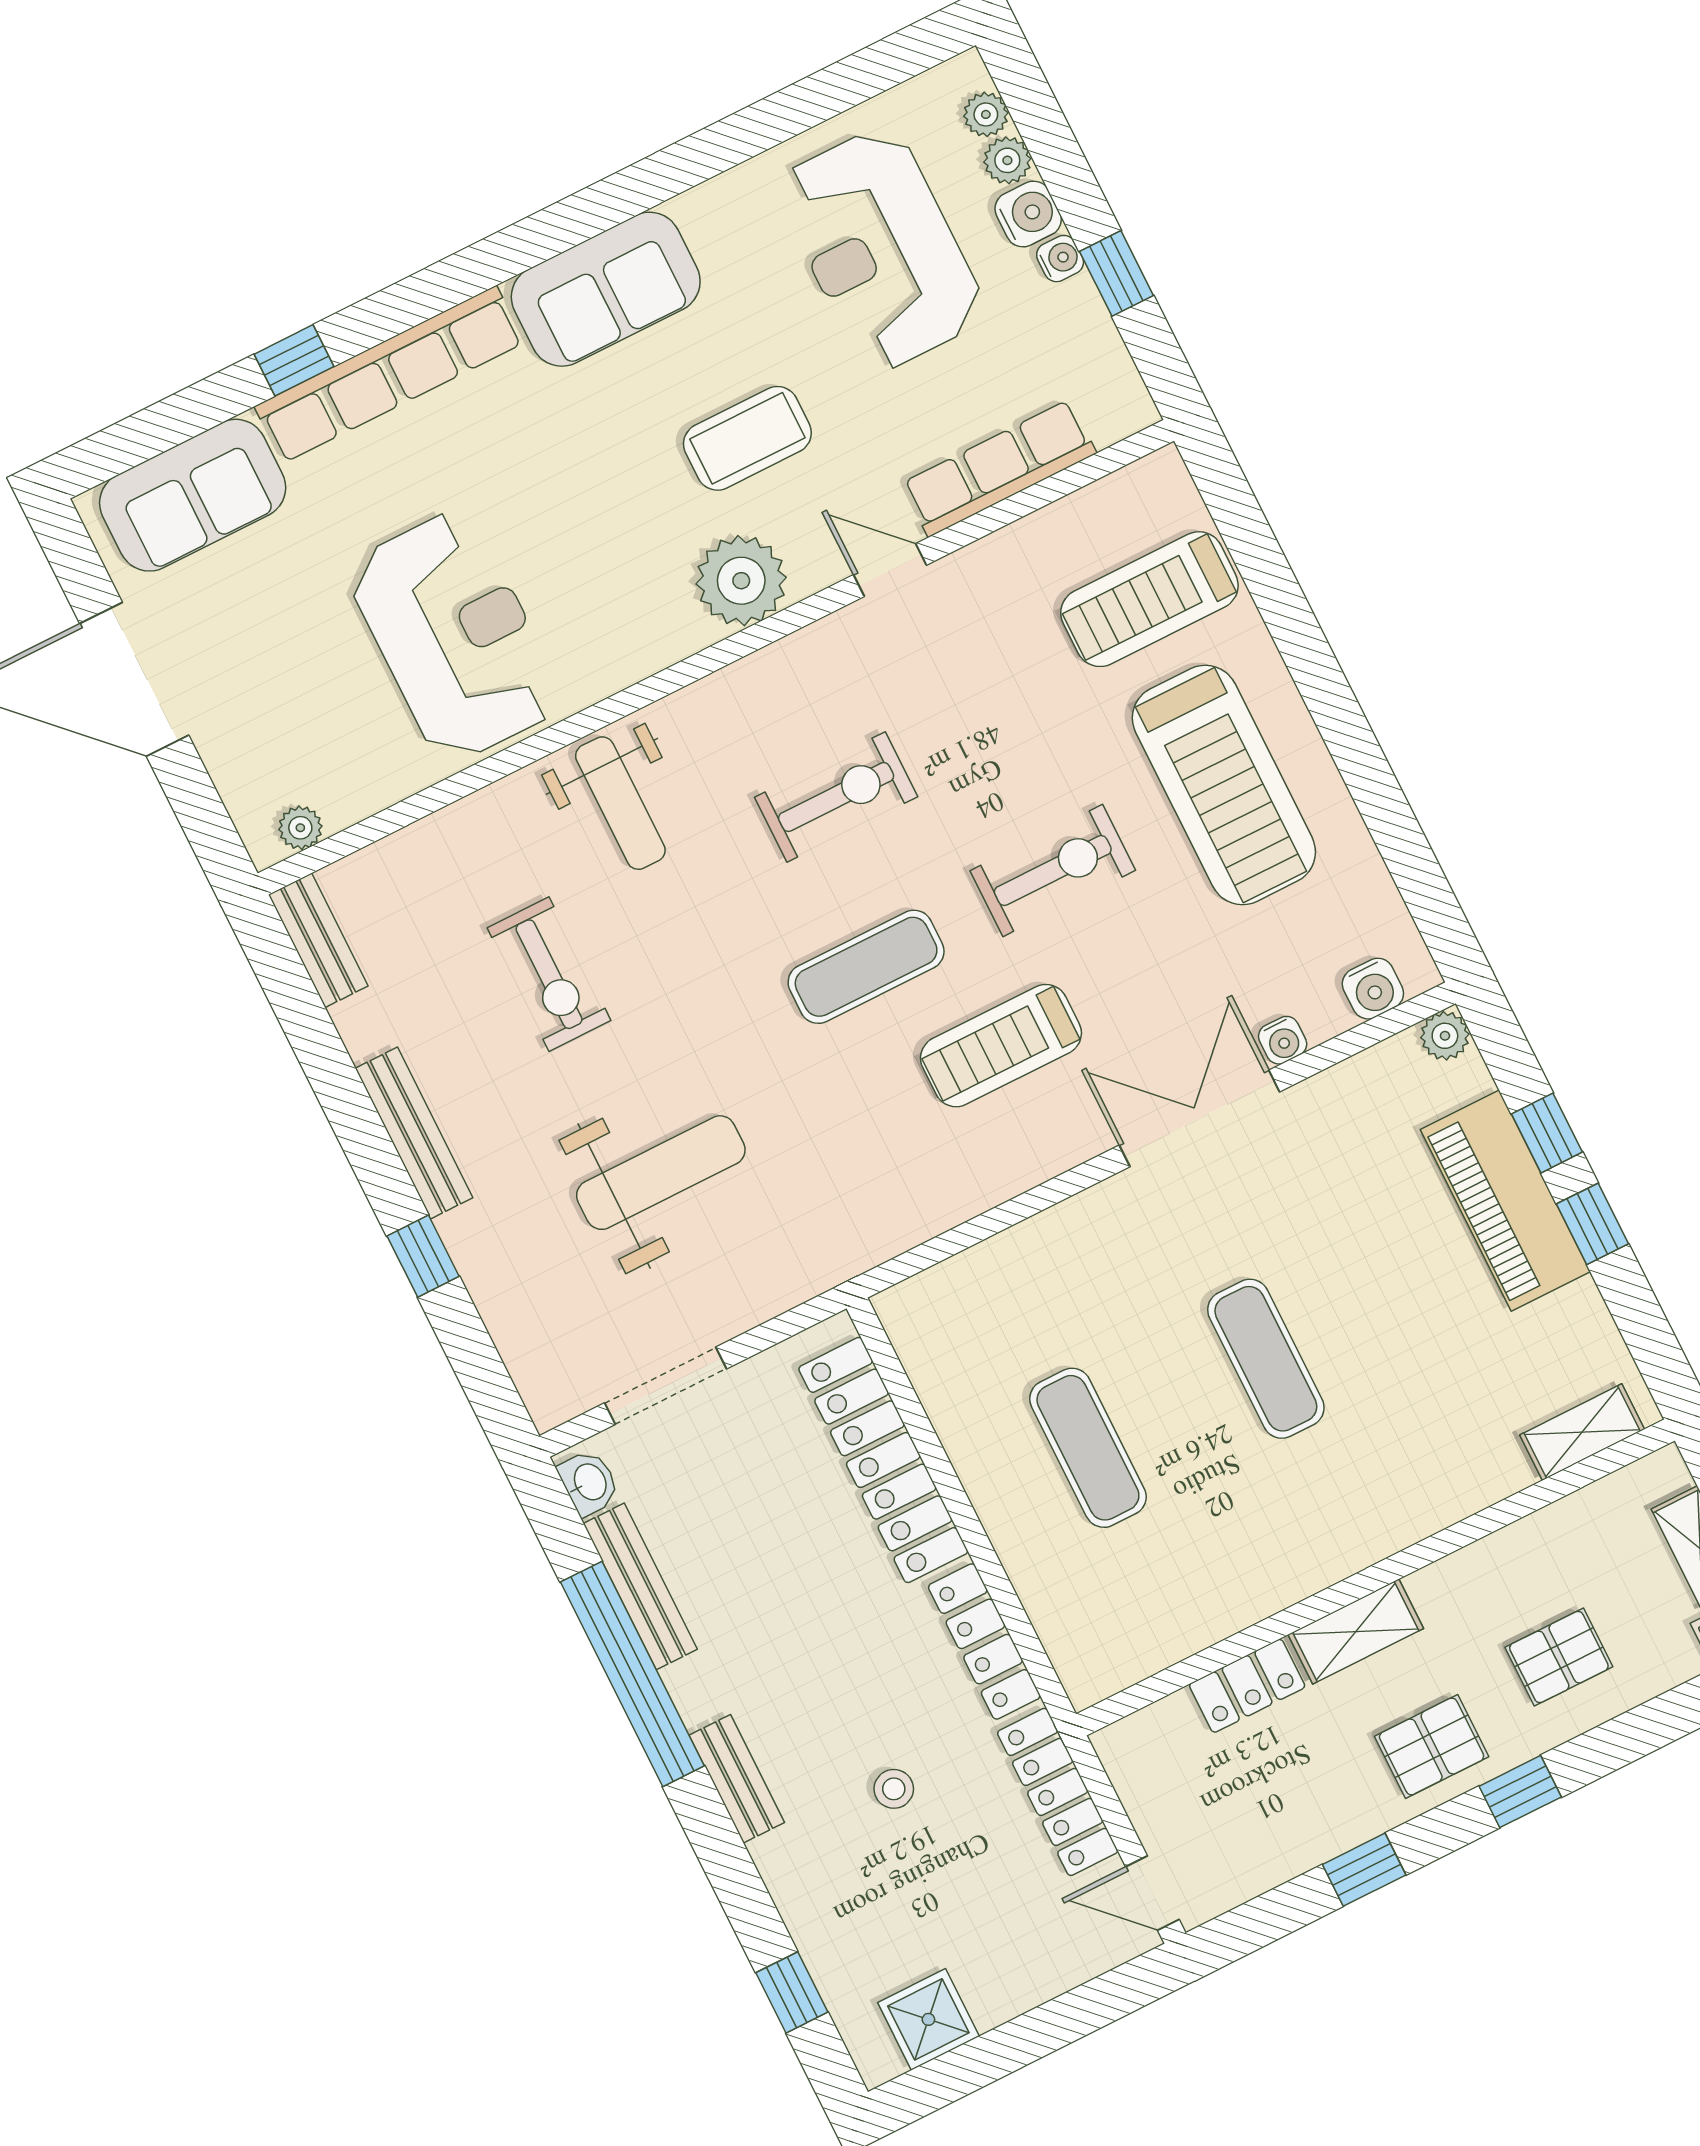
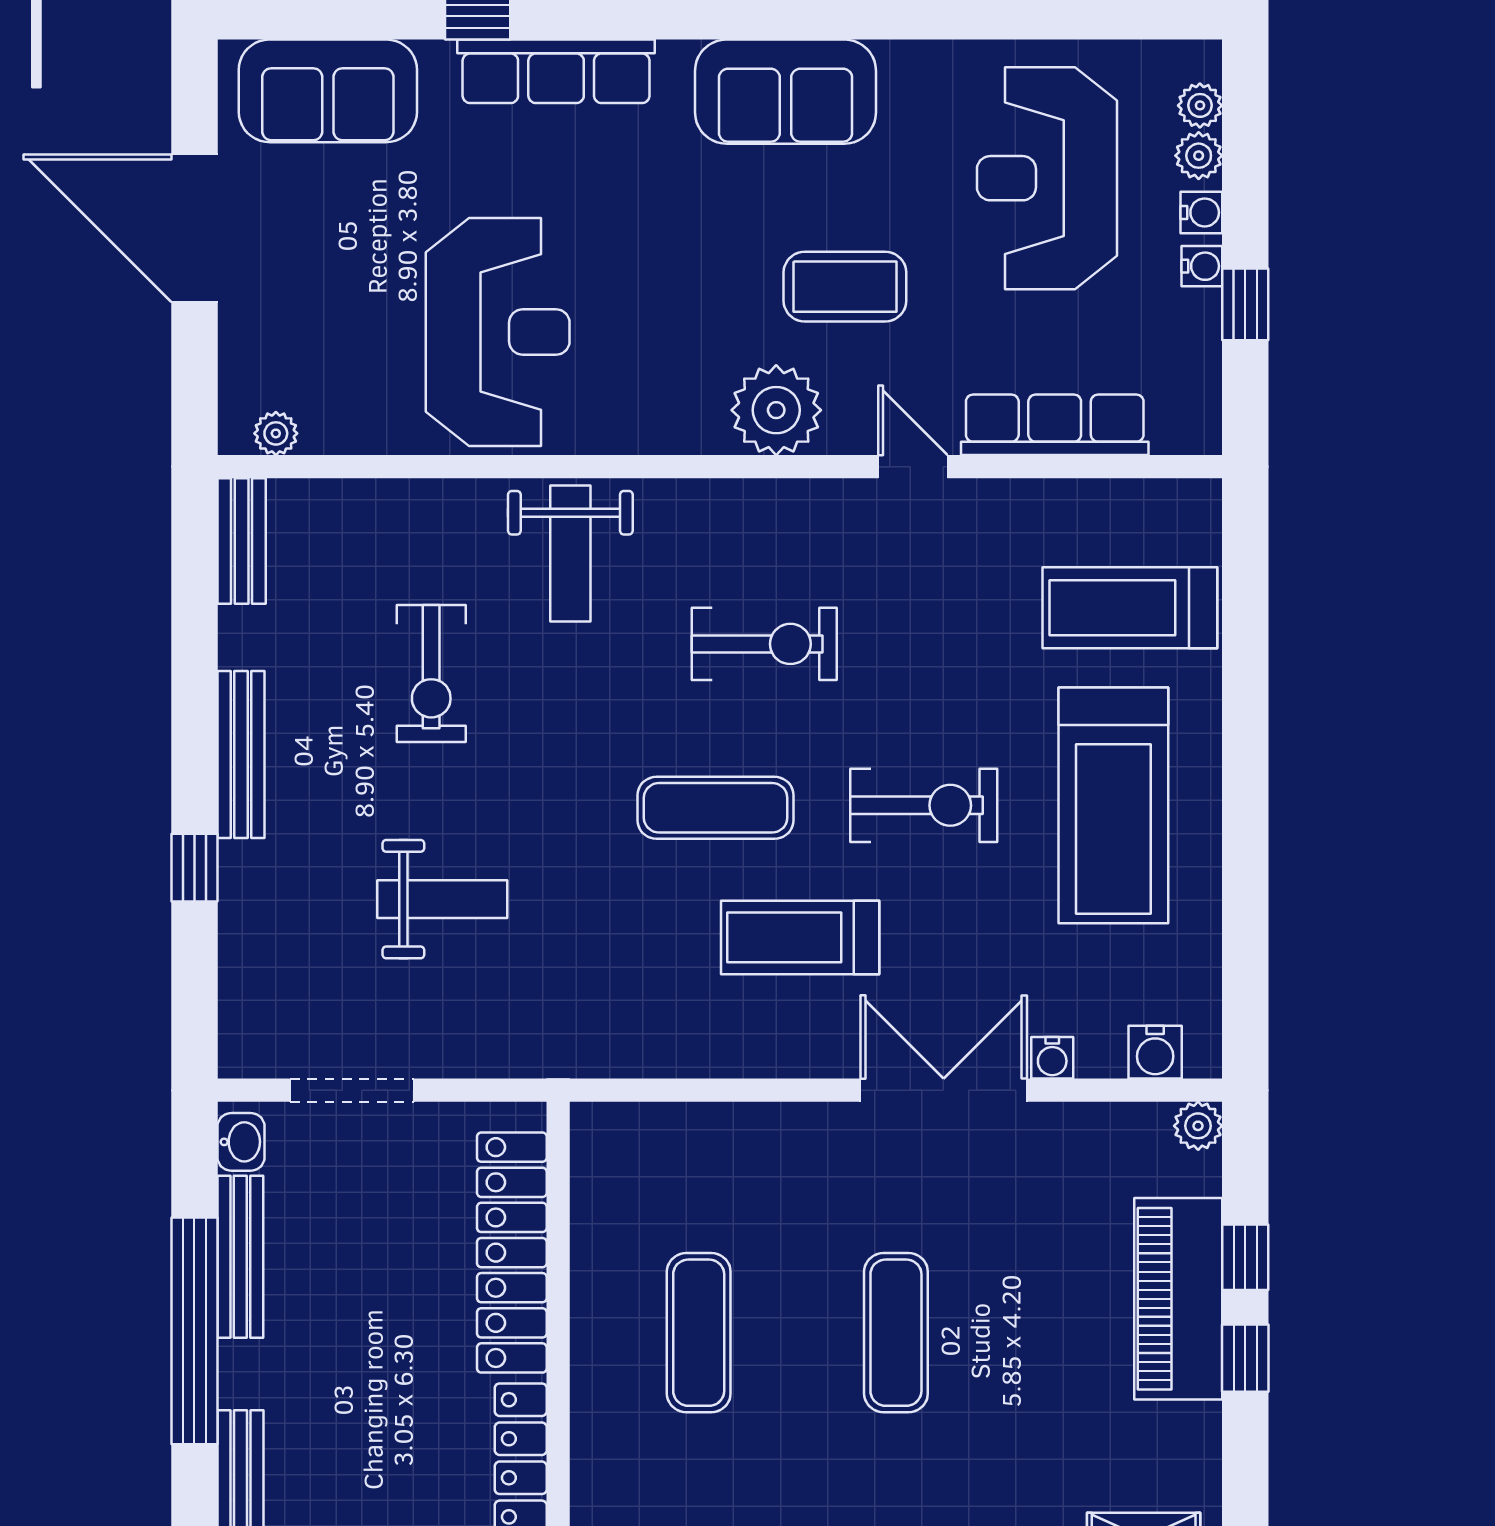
water cooler: (1028, 214) -> (1201, 212), width x0.72, depth x0.72
row of seats: (390, 374) -> (556, 71), width x0.73
weight bench: (661, 1173) -> (442, 899), width x0.73, depth x0.75

